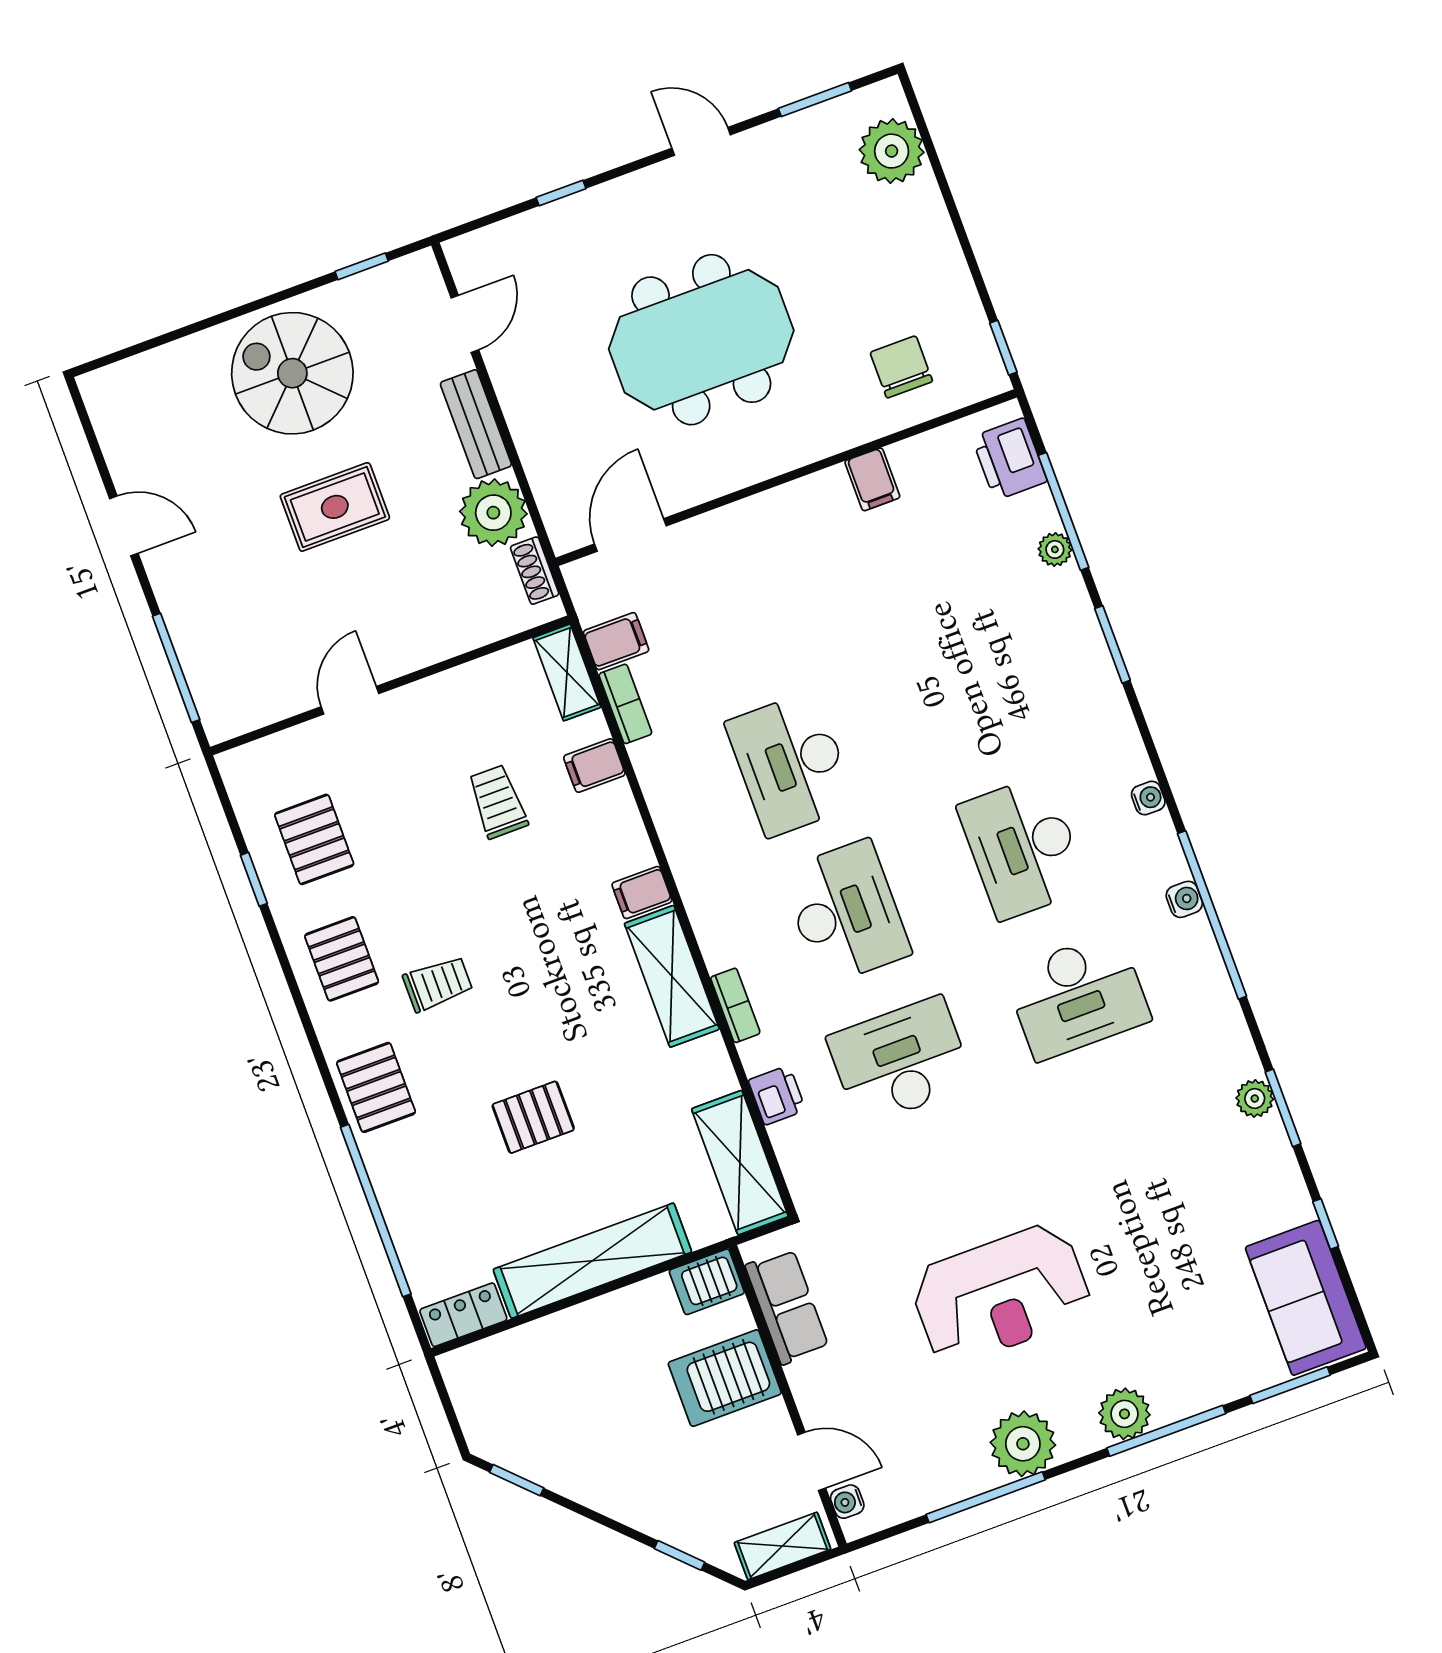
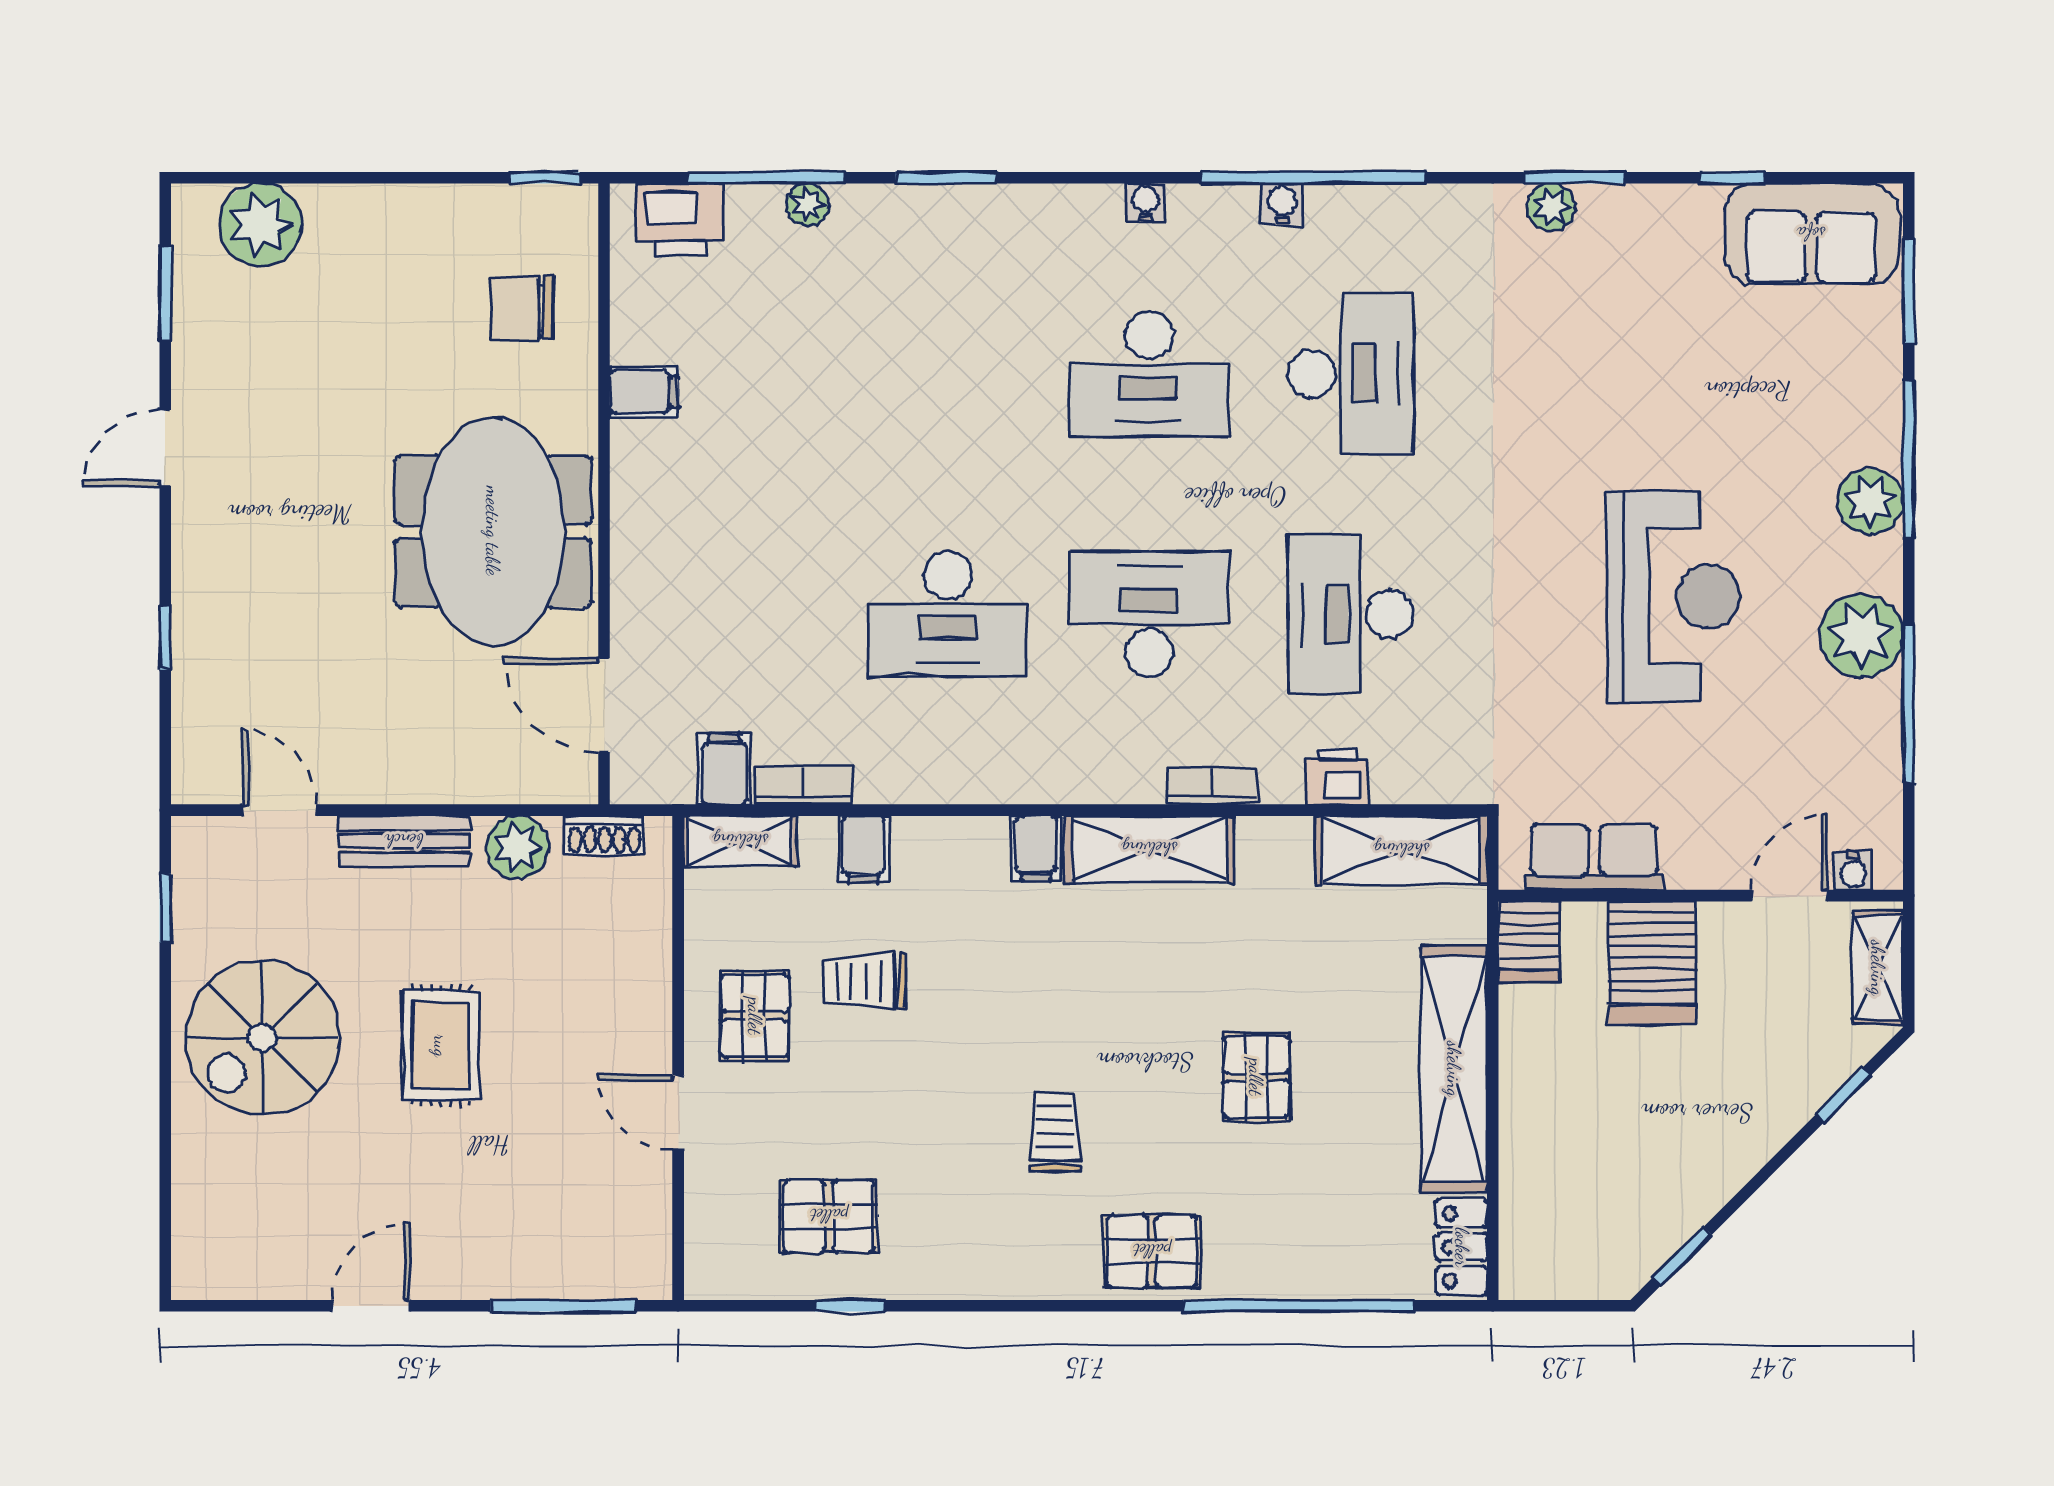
meeting table: (701, 340) -> (493, 531), moved
plant: (493, 513) -> (517, 847), width x0.73, depth x0.73
pallet: (342, 959) -> (755, 1016), moved, turned 90

